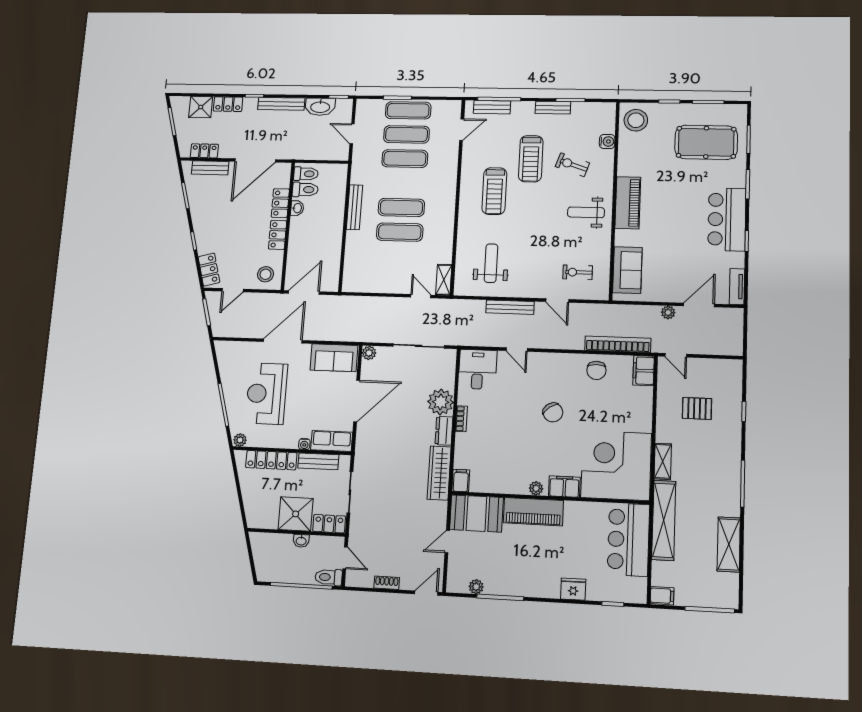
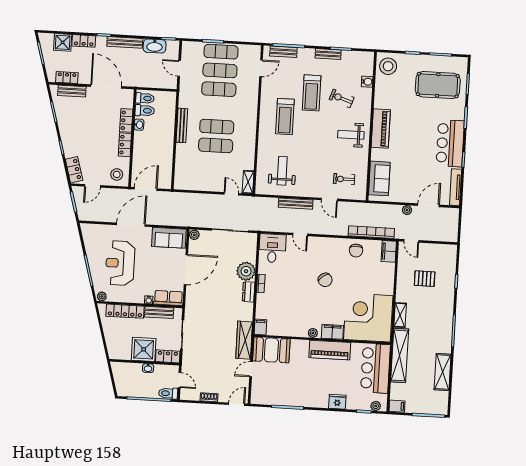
door: (255, 160) -> (106, 86), swing flipped
tv unit: (737, 287) -> (456, 187), width x1.41
wardrobe: (439, 473) -> (244, 340), moved
piano: (533, 512) -> (330, 350), moved
plant: (476, 587) -> (376, 406), moved

